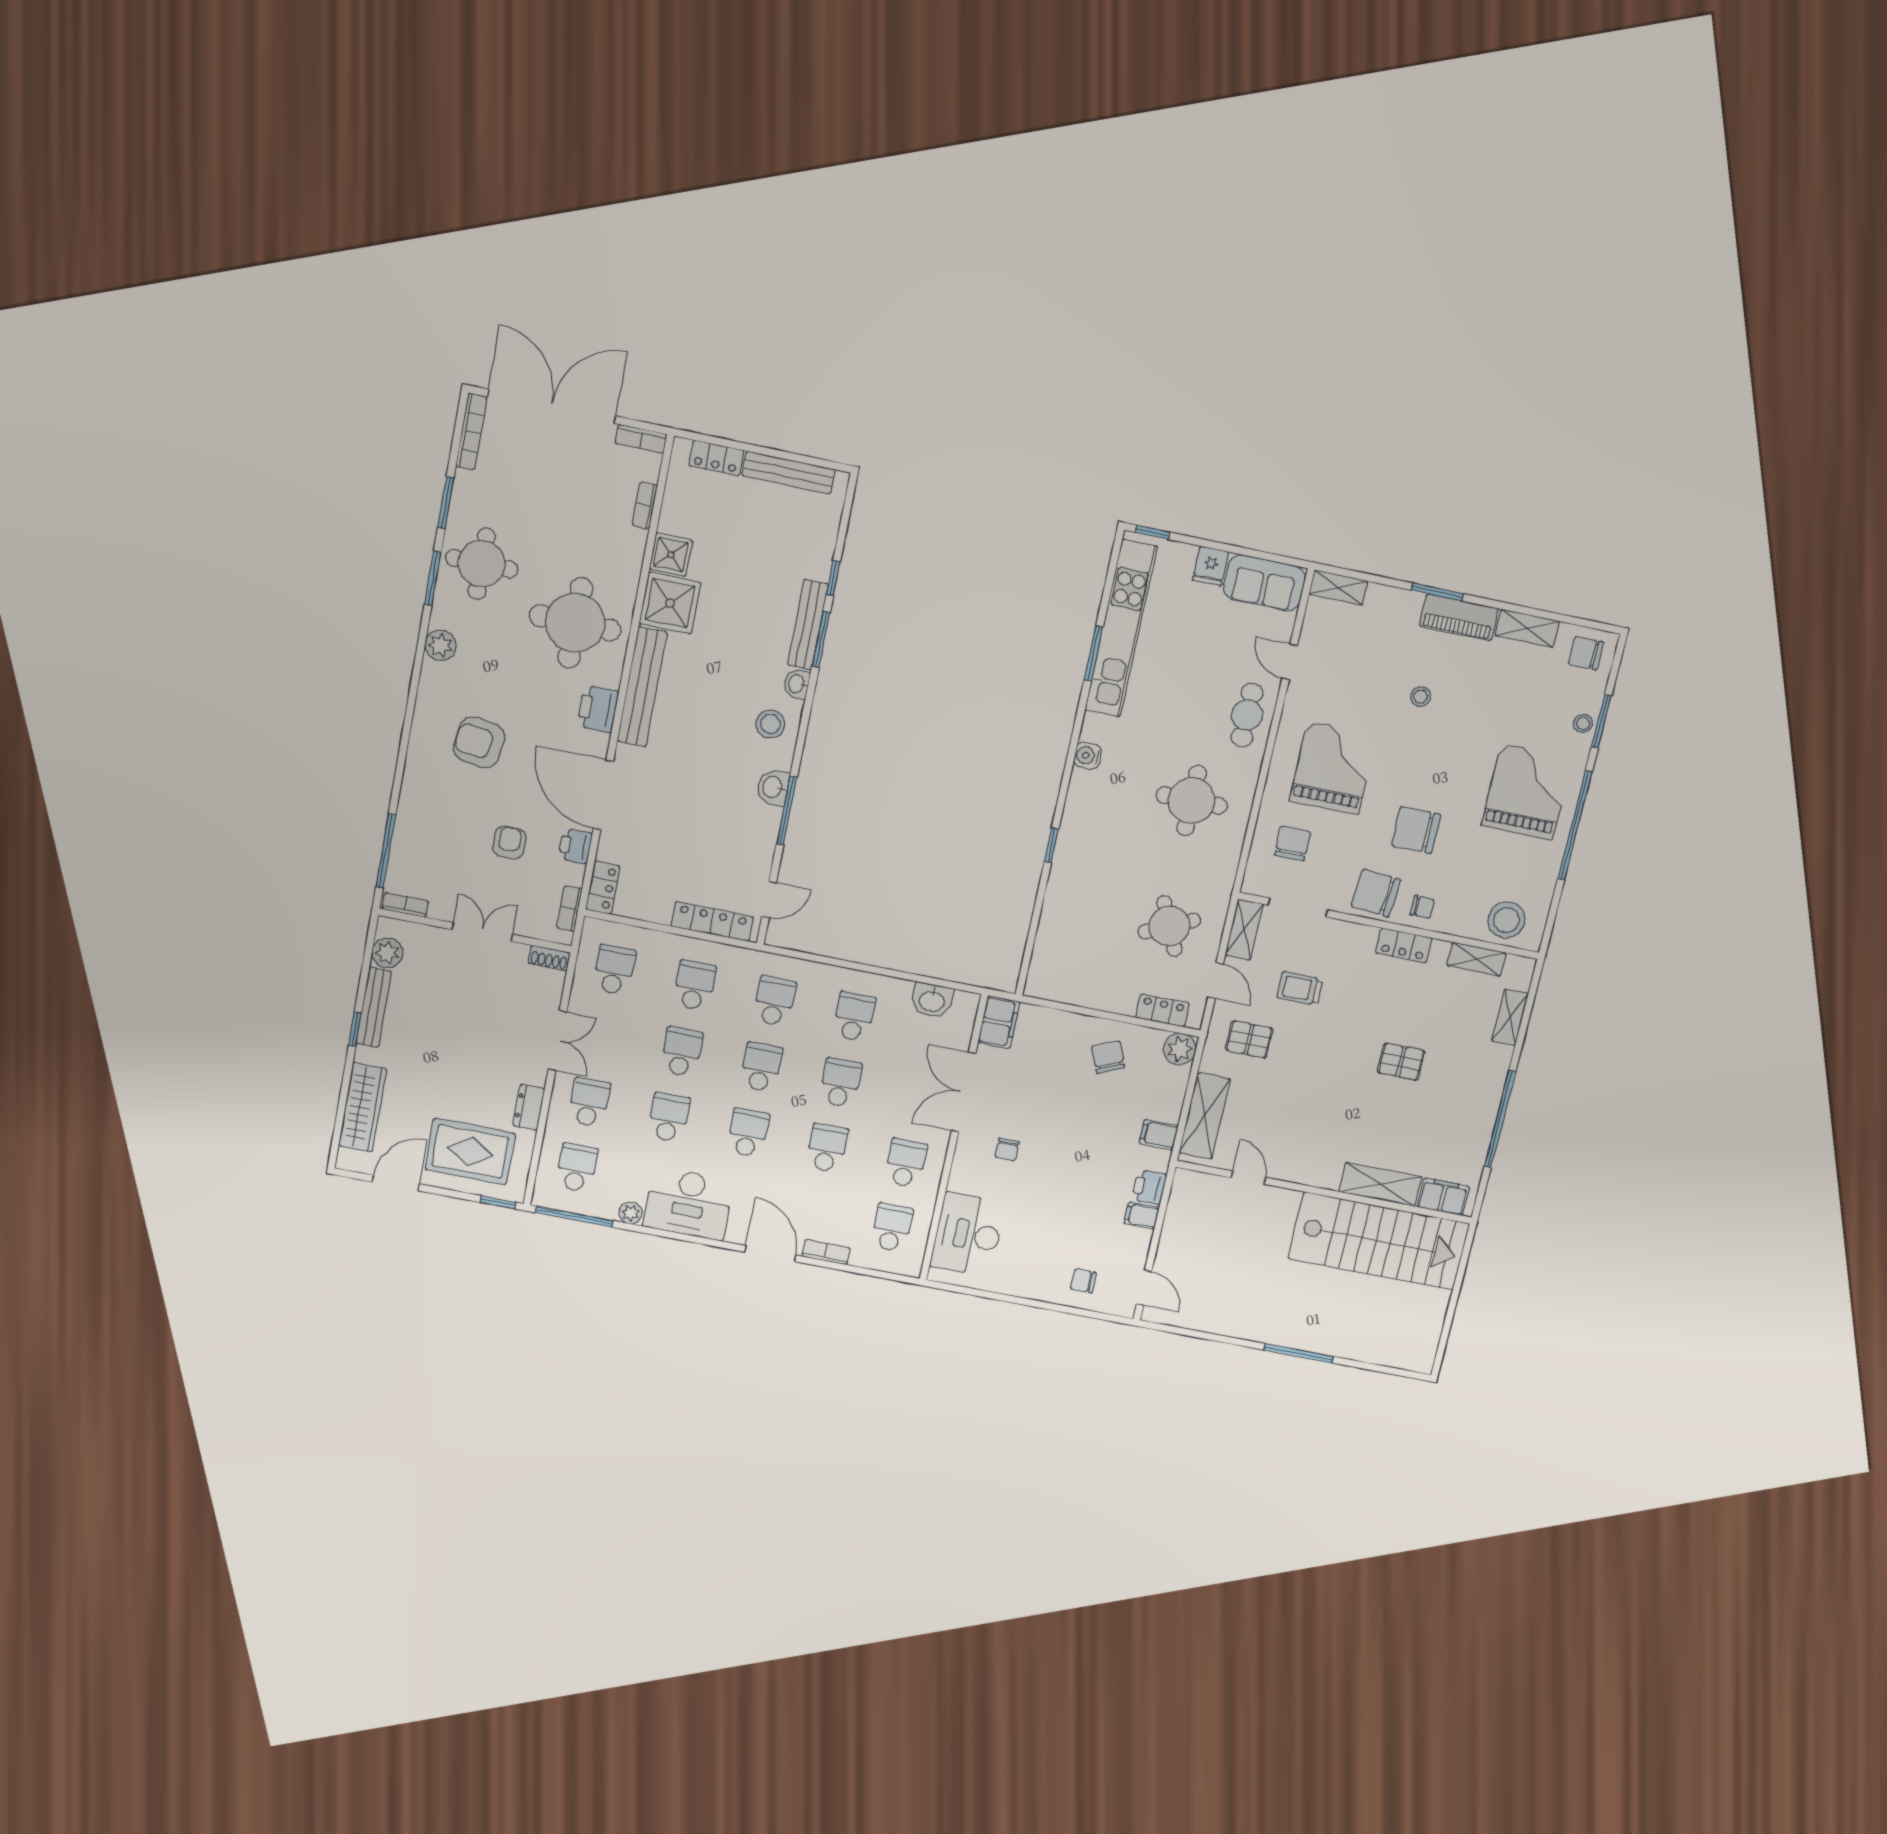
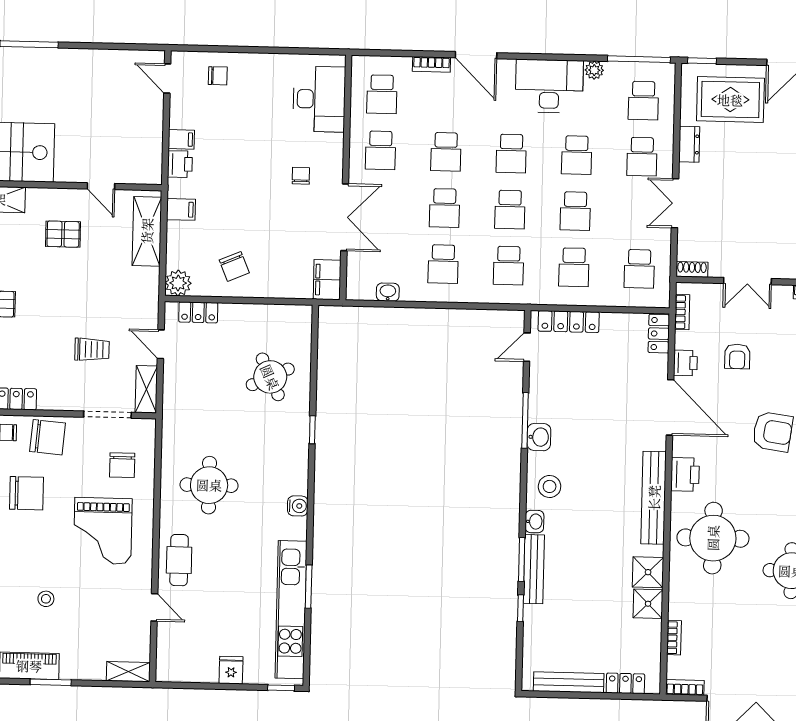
sofa: (1264, 583) -> (187, 665), removed
shower: (670, 603) -> (648, 572), width x0.73, depth x0.73
round table: (1169, 926) -> (270, 377), moved
washbasin: (932, 1001) -> (388, 292), width x0.72, depth x0.69
pallet: (1249, 1039) -> (63, 234), moved

